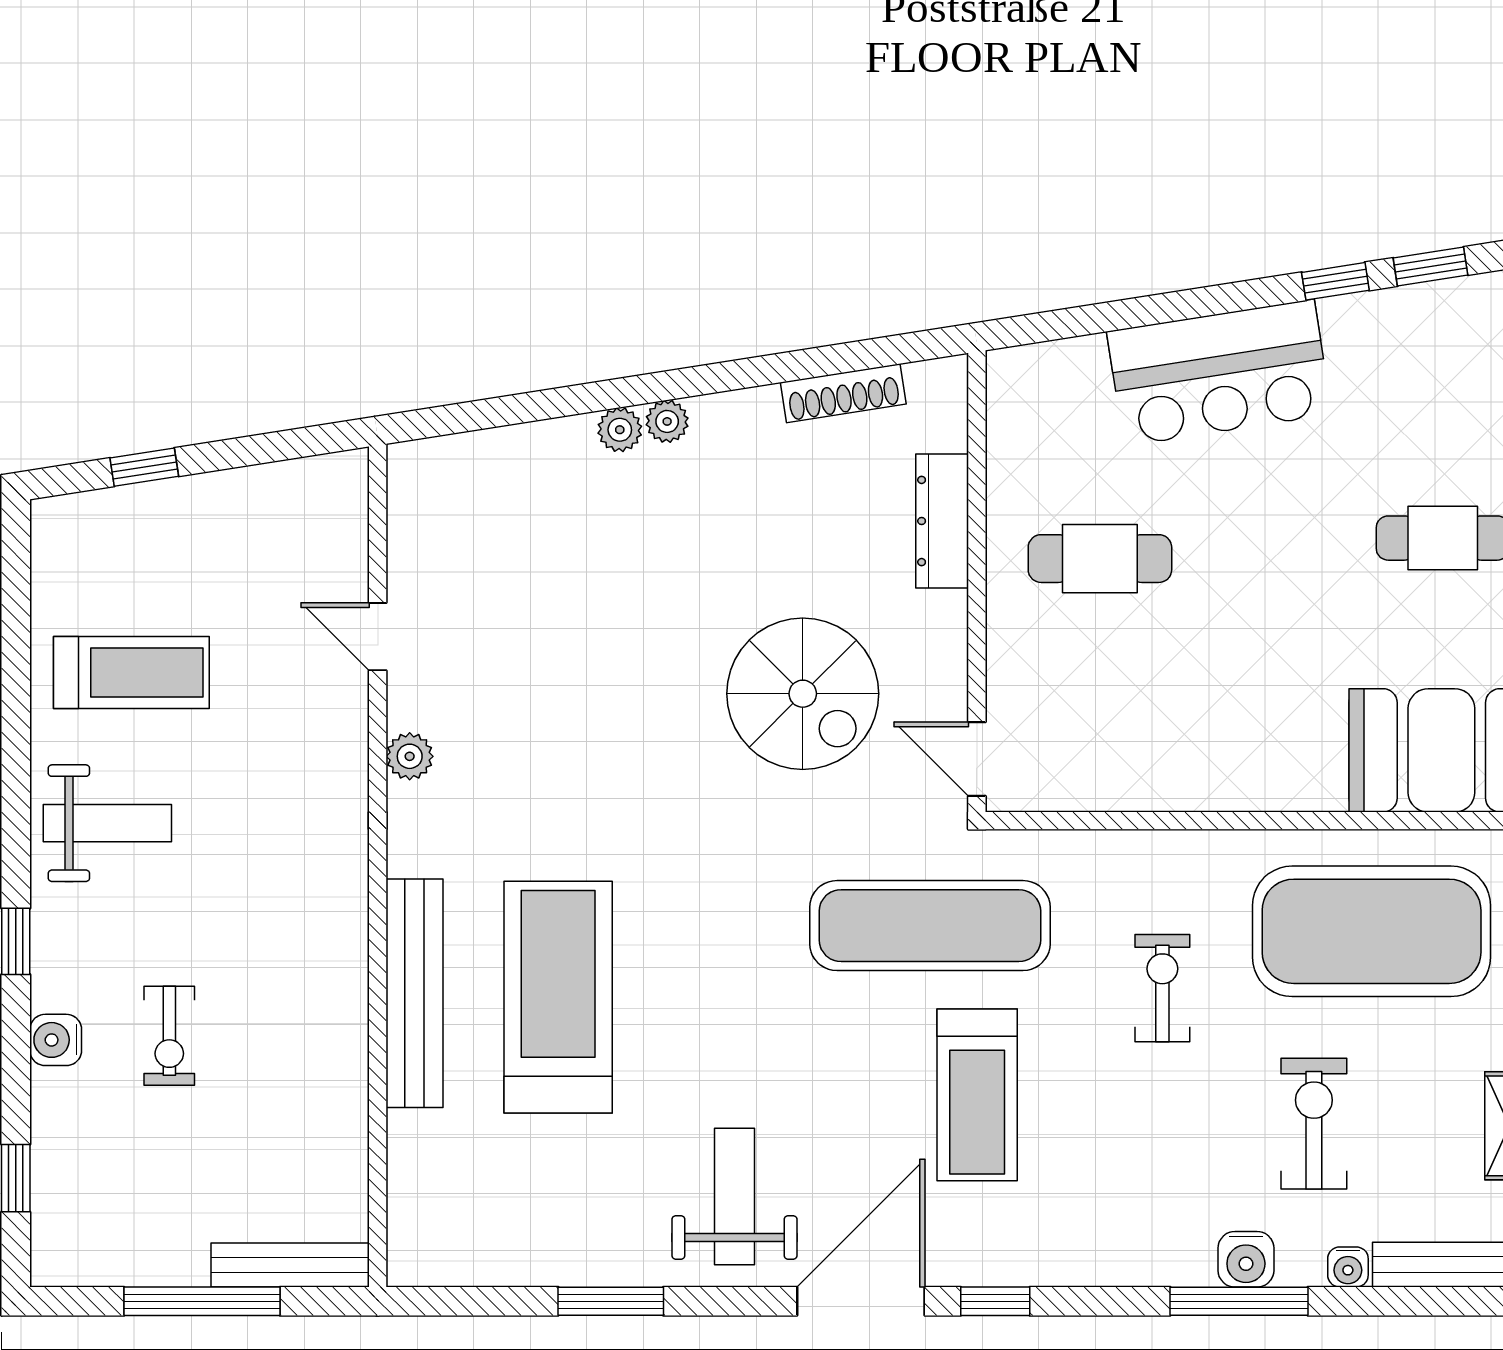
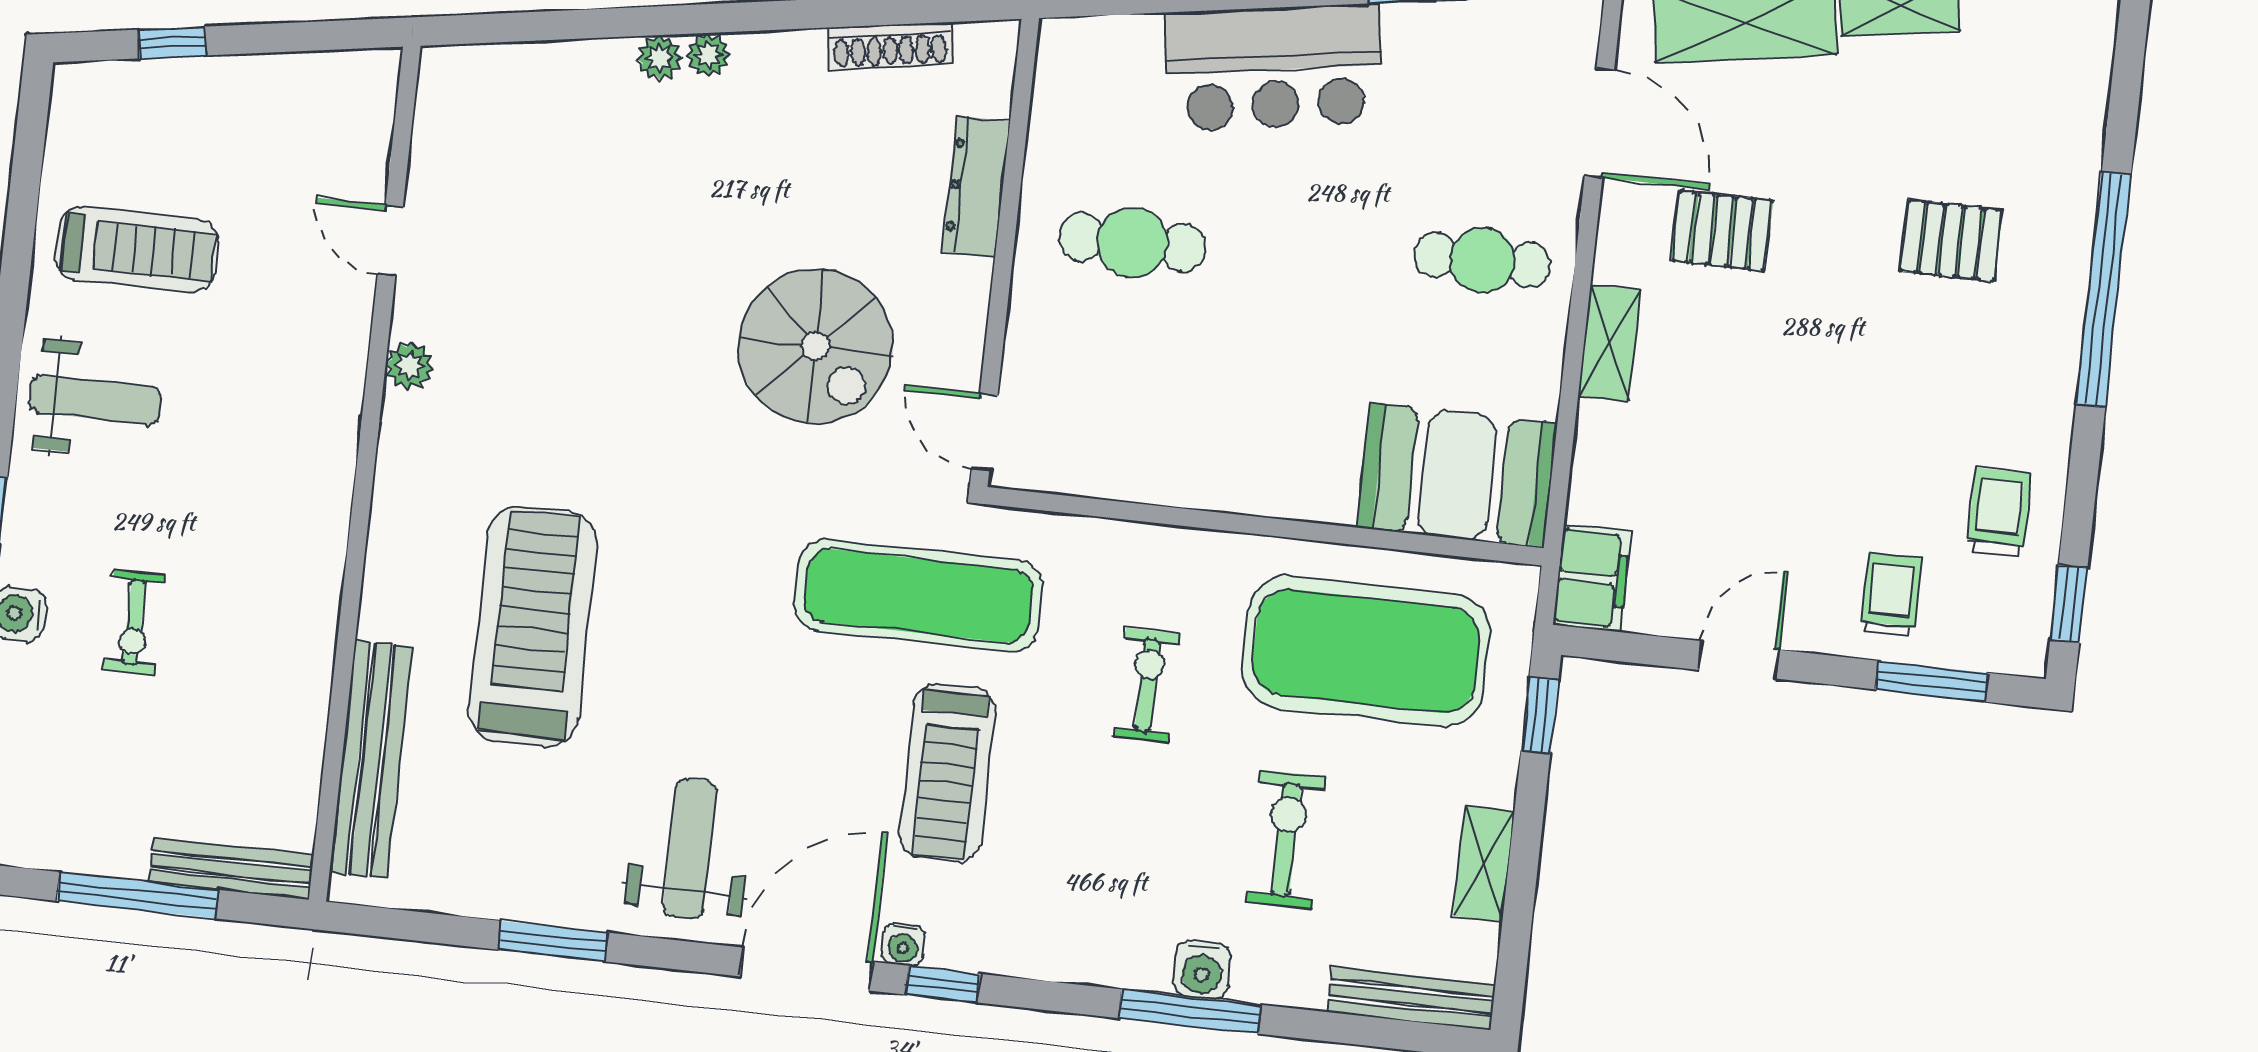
bench: (415, 993) -> (371, 759), moved
water cooler: (1348, 1267) -> (903, 945), moved

